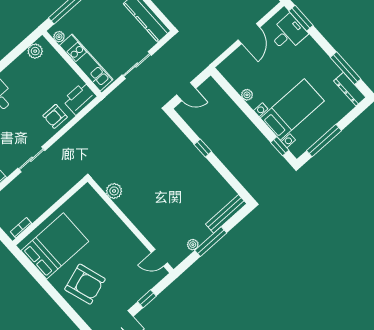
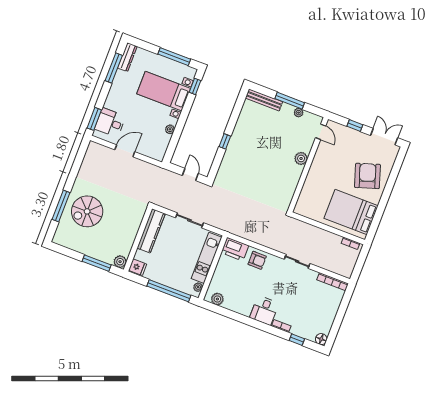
plant: (114, 191) -> (301, 158), moved

